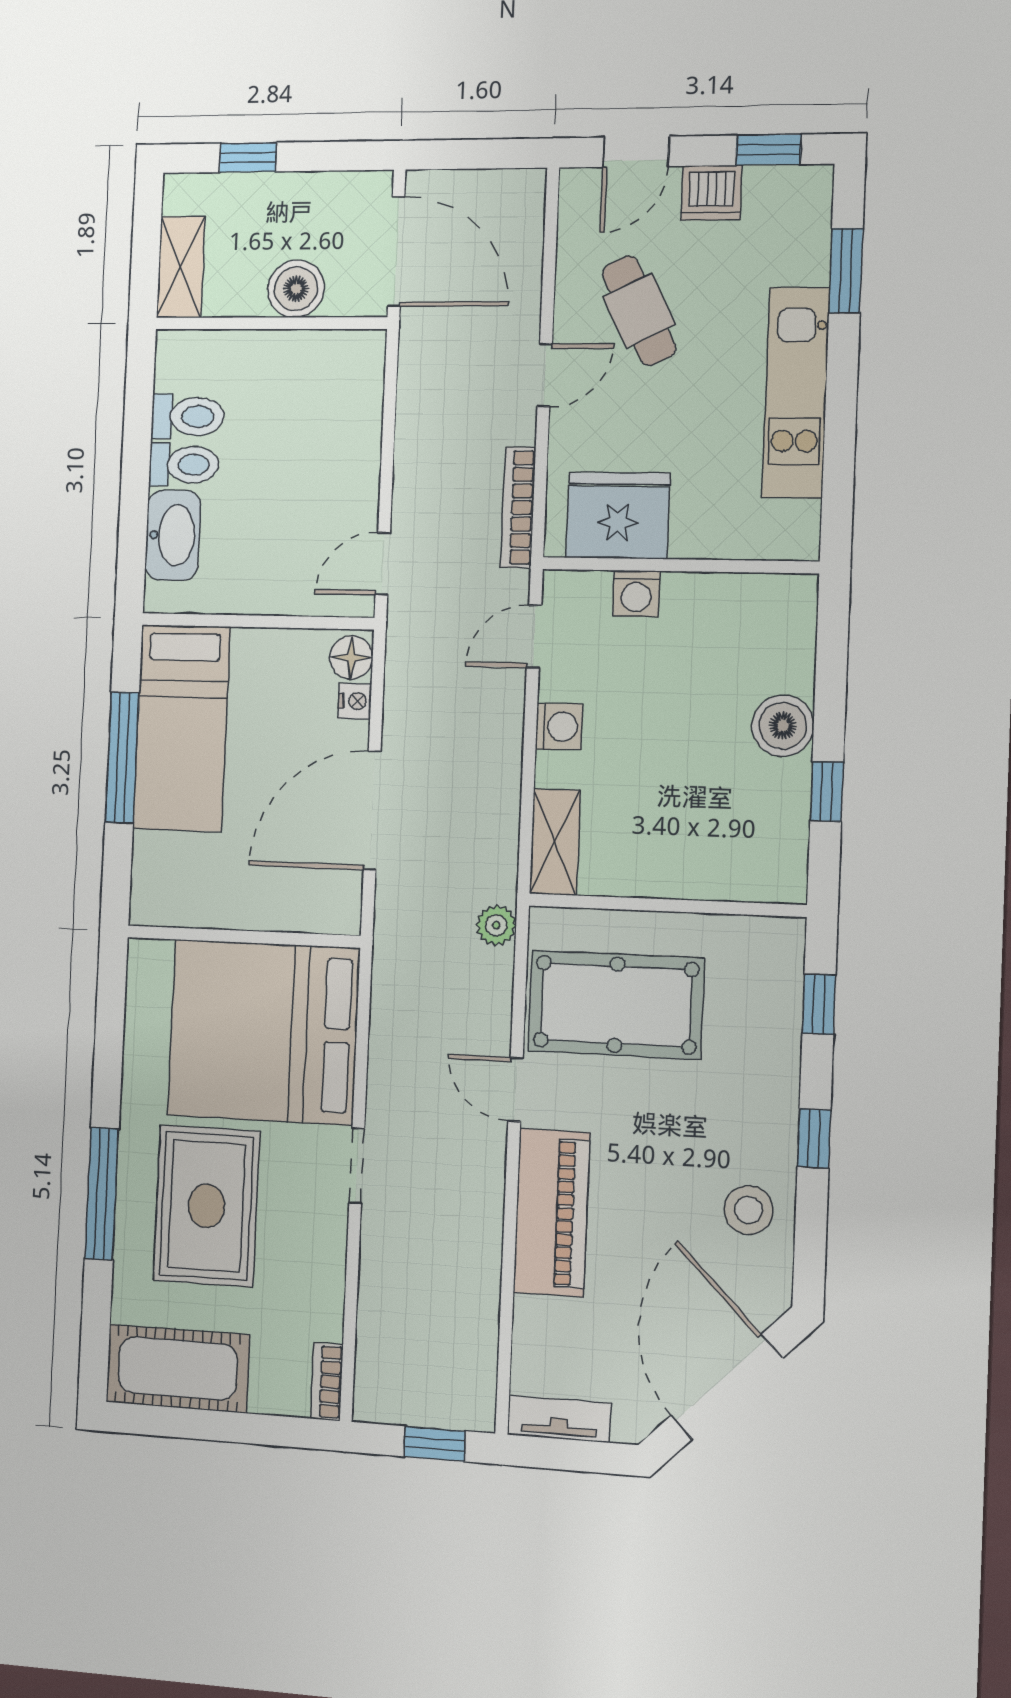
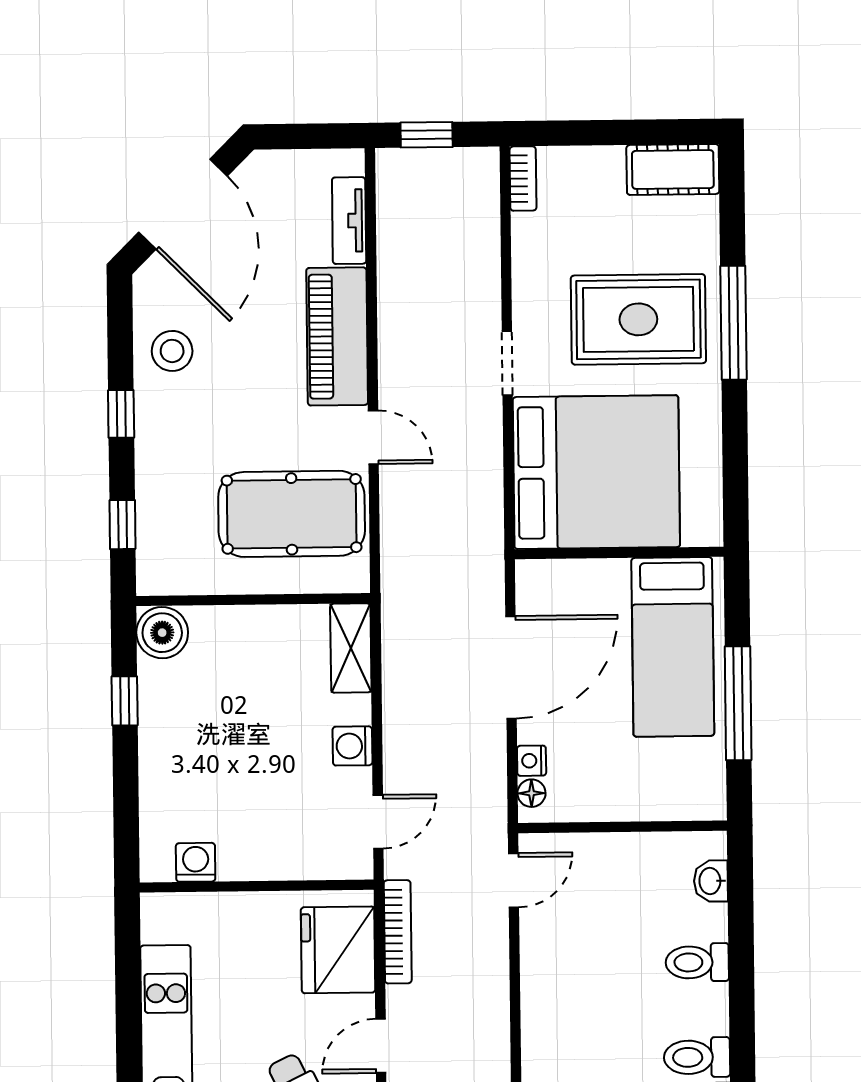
toilet: (188, 417) -> (697, 1057), moved
fridge: (618, 515) -> (338, 950), moved, turned 90
washbasin: (173, 535) -> (711, 881), width x0.52, depth x0.69
washing machine: (636, 593) -> (196, 862), moved
floor lamp: (351, 657) -> (532, 793), width x0.73, depth x0.73
boiler: (783, 726) -> (162, 633), moved
bed: (182, 728) -> (673, 647), moved, turned 180
plant: (496, 925) -> (397, 575), removed
rug: (206, 1206) -> (638, 319), turned 90
cot: (178, 1368) -> (673, 169), width x0.73, depth x0.75
tv unit: (559, 1419) -> (349, 221), moved, turned 90

